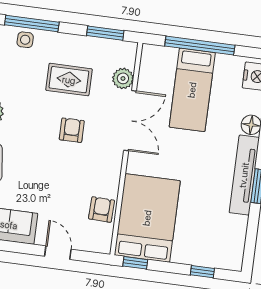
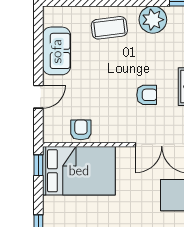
armchair: (102, 210) -> (81, 130), turned -92

